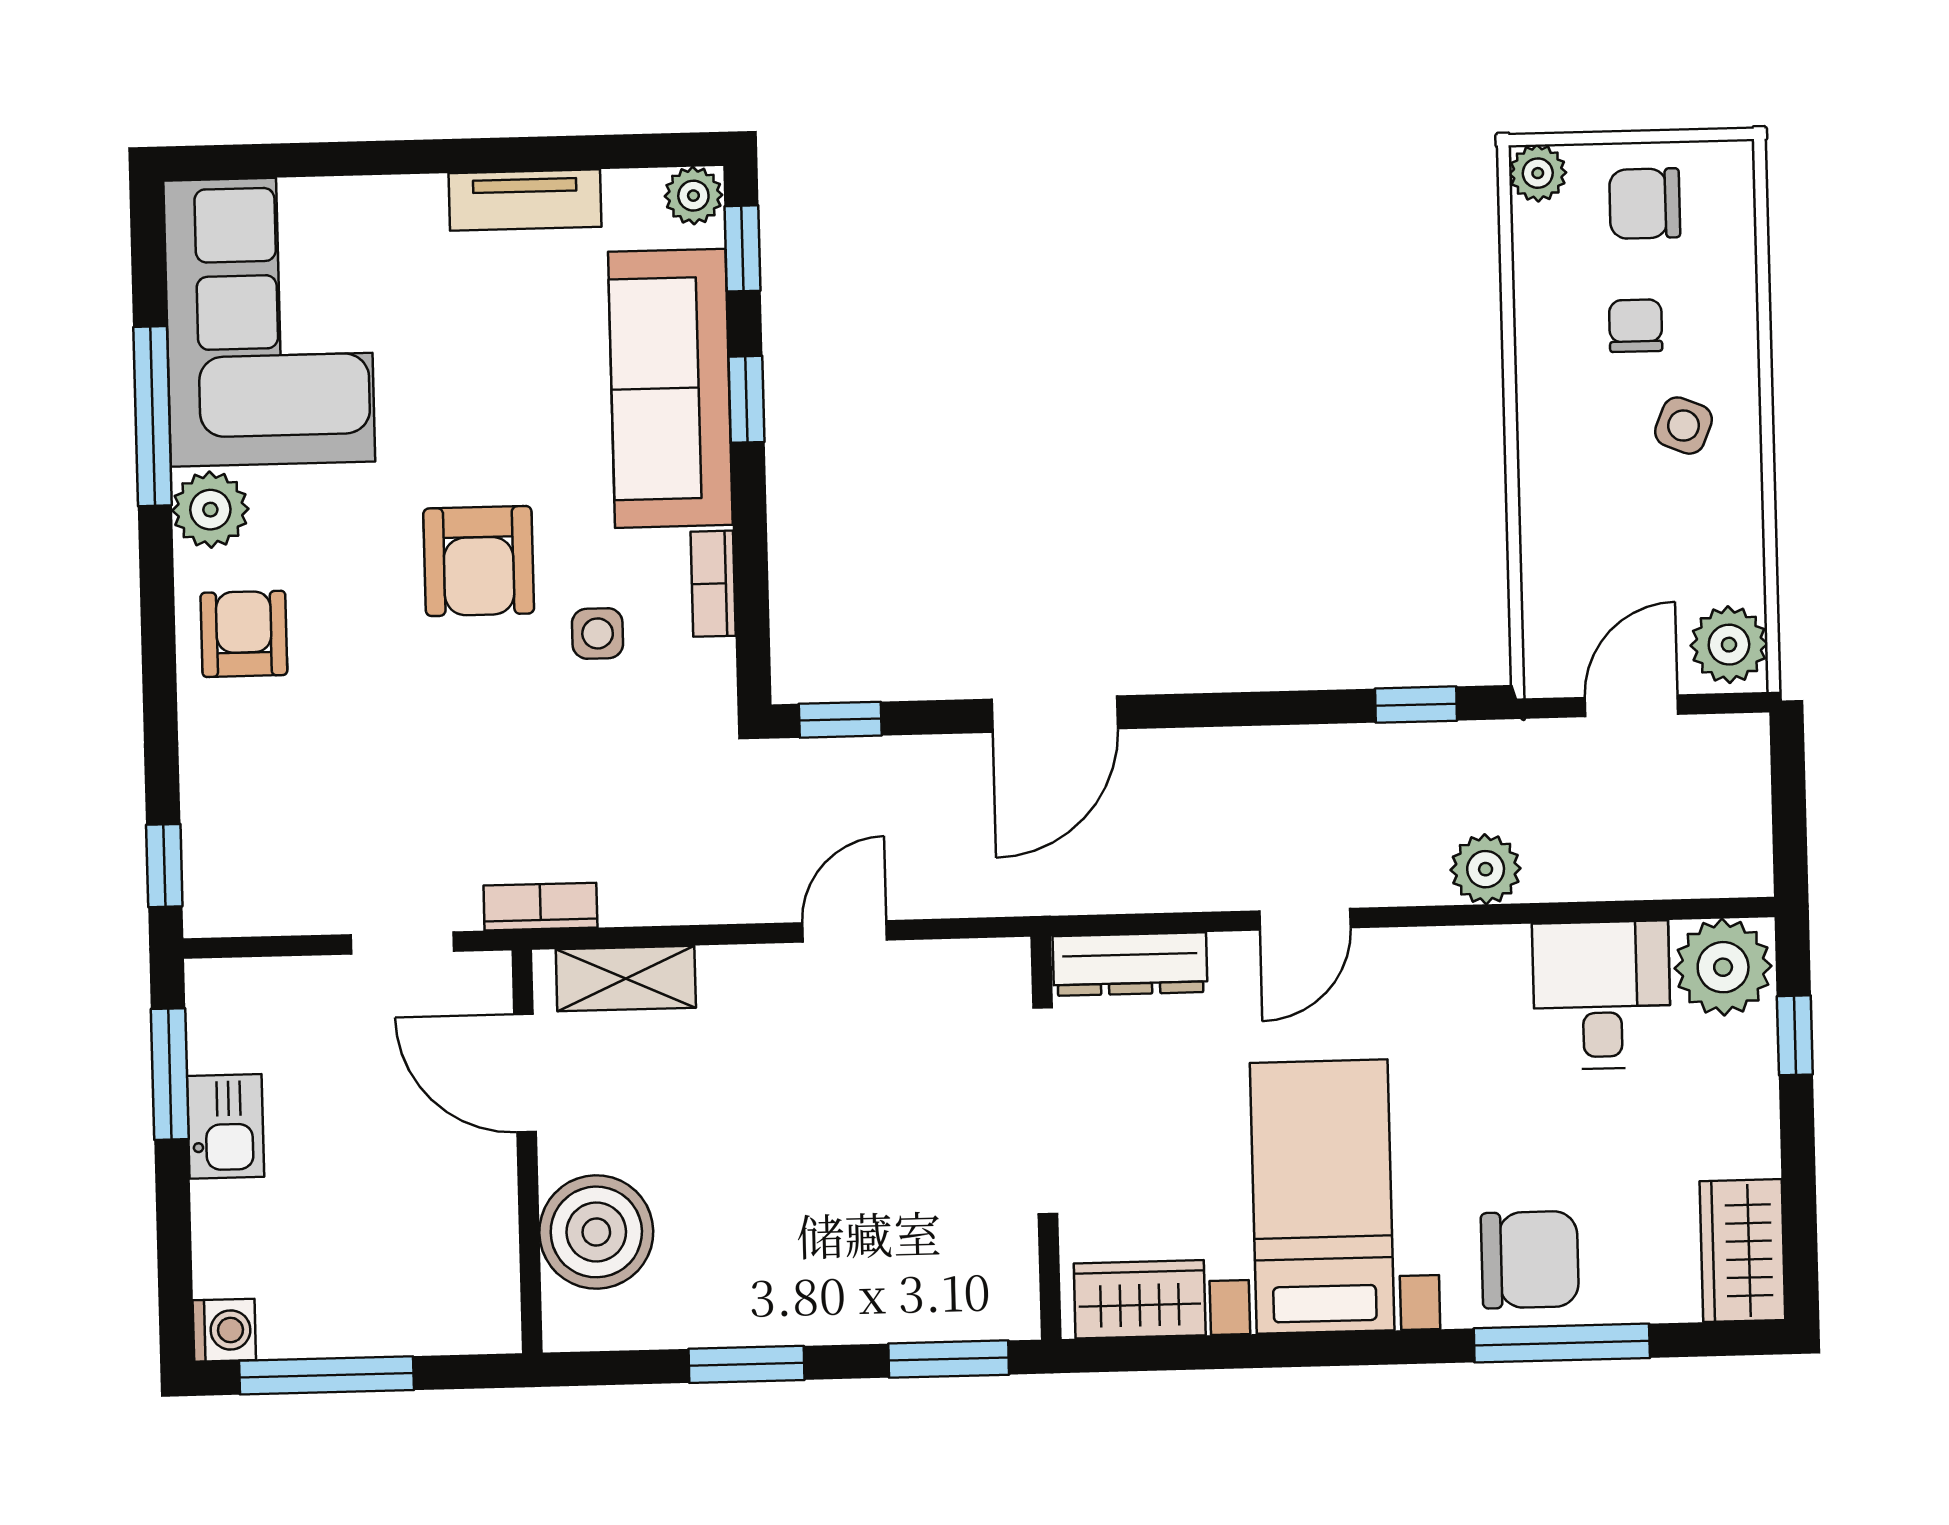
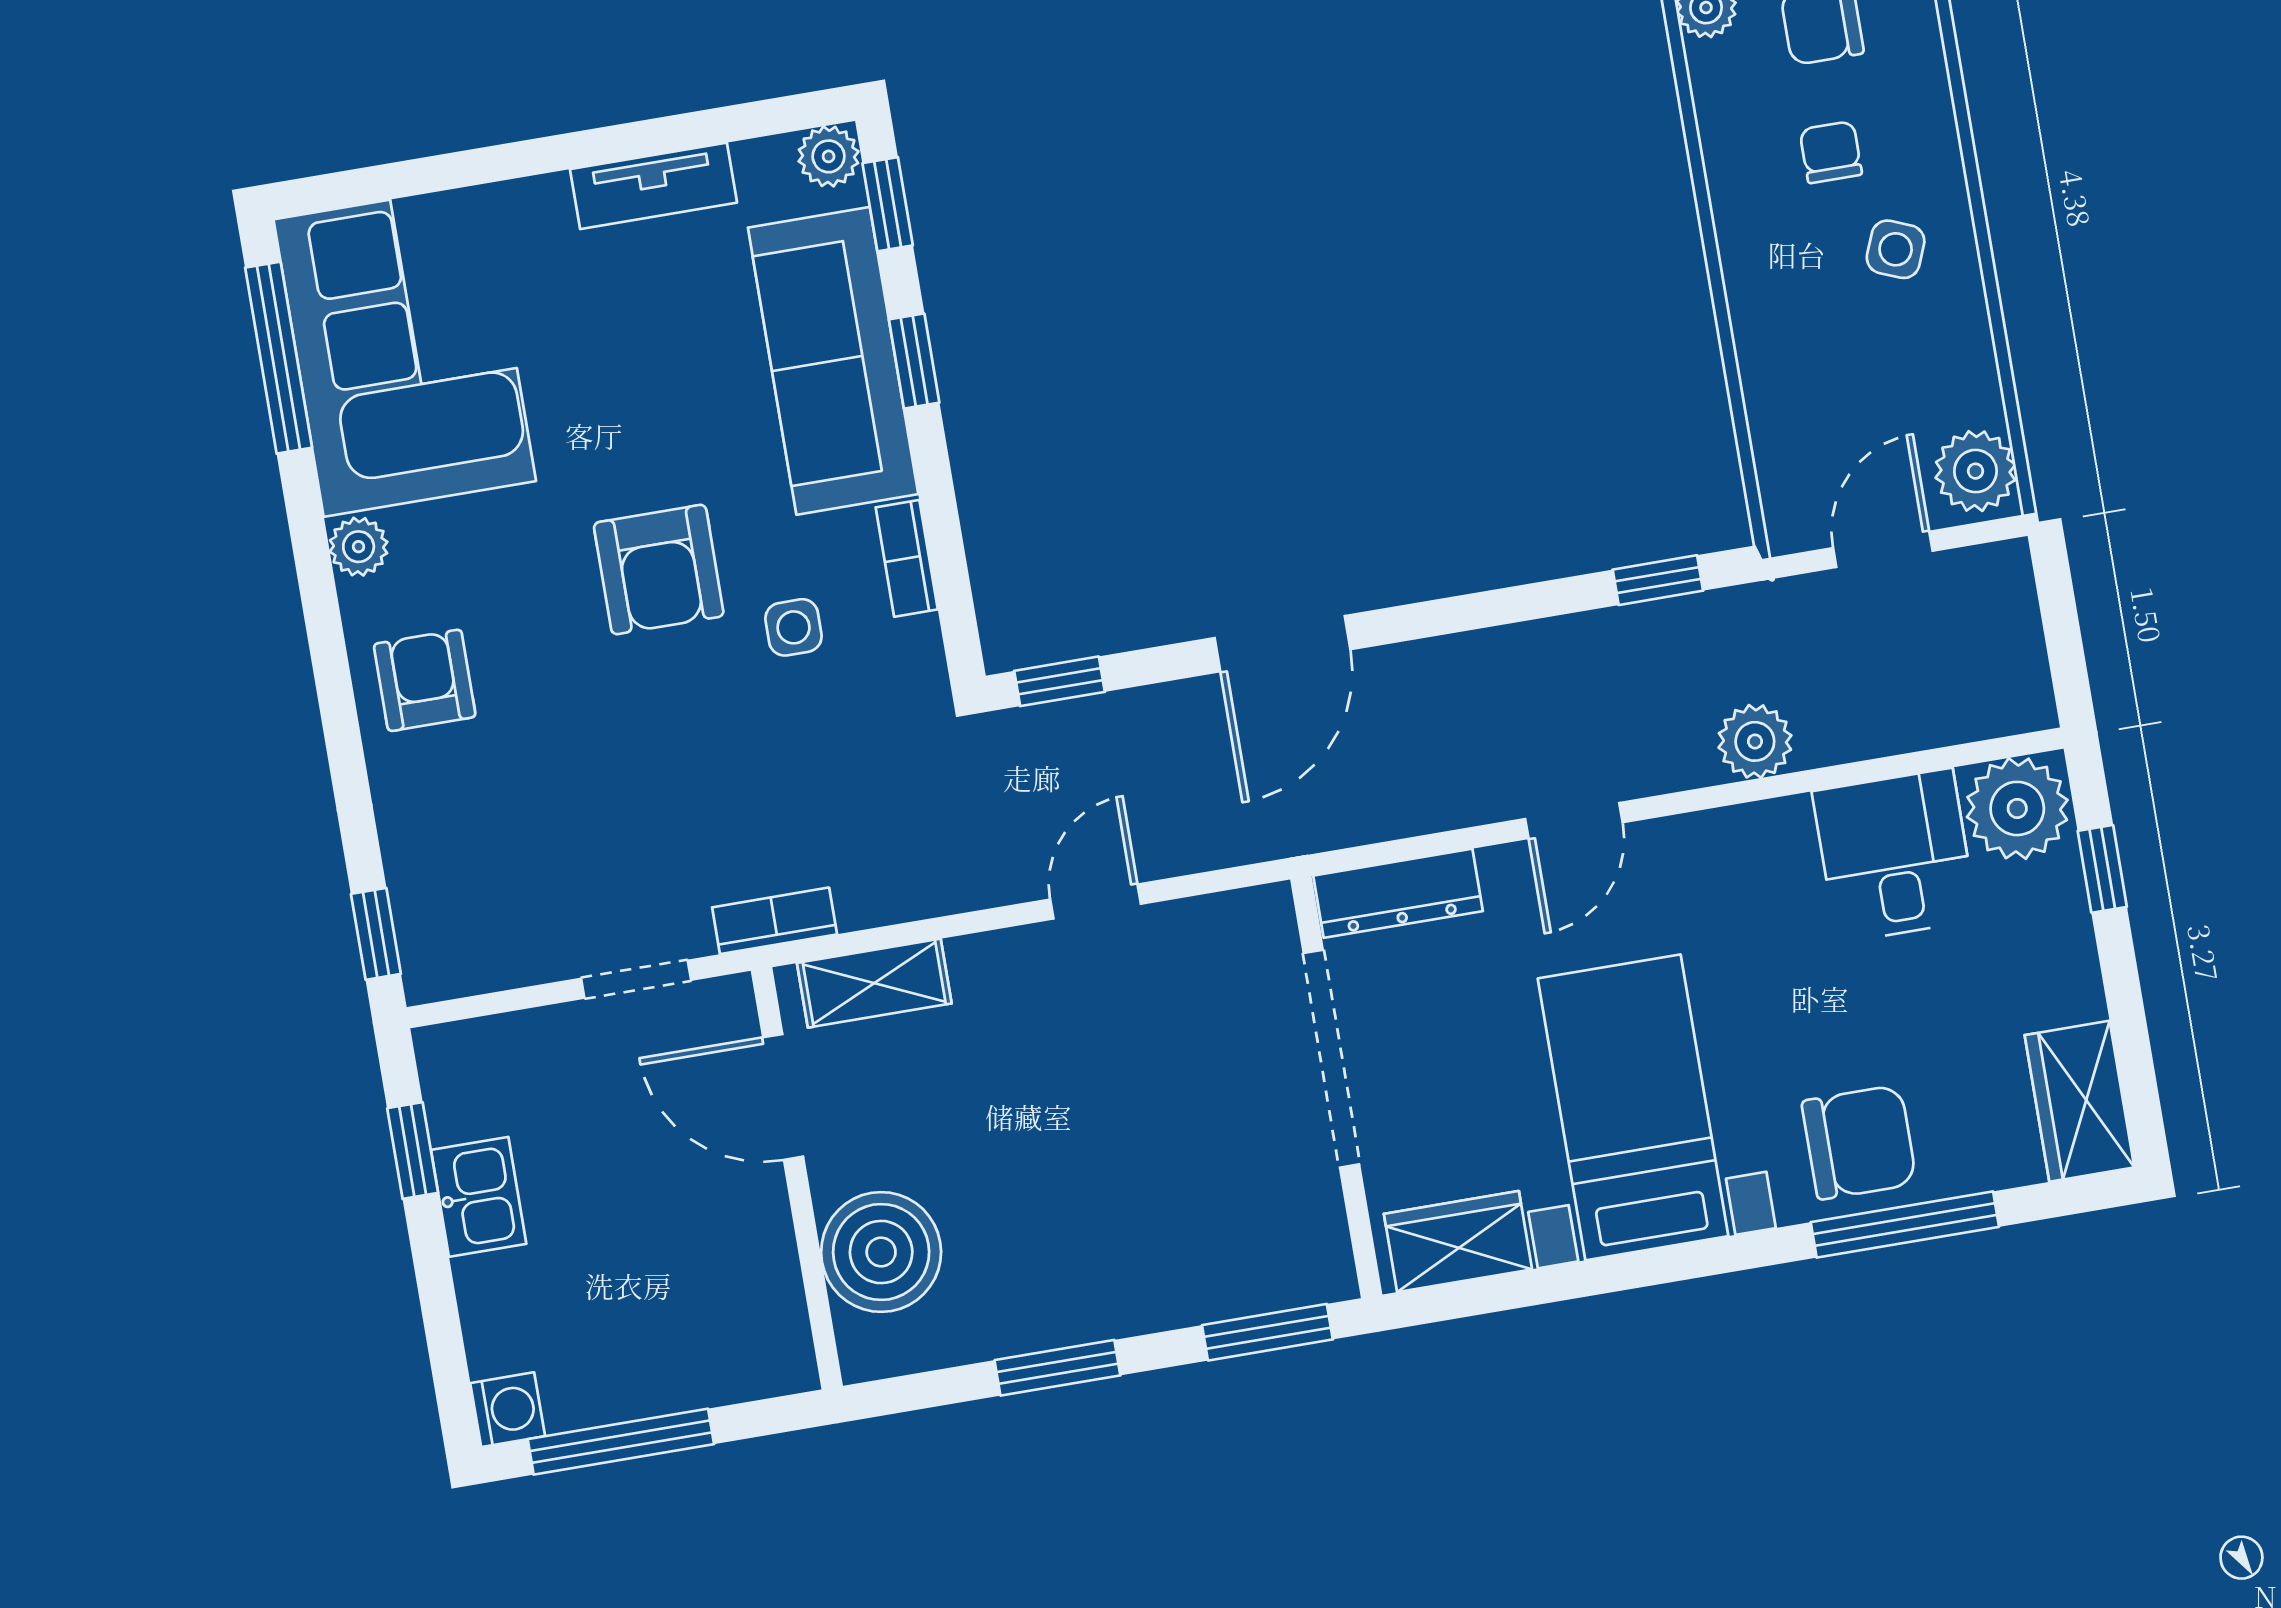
window: (153, 416) -> (279, 358), moved
plant: (210, 510) -> (359, 547), width x0.73, depth x0.73
window: (170, 1074) -> (413, 1151), width x0.67

